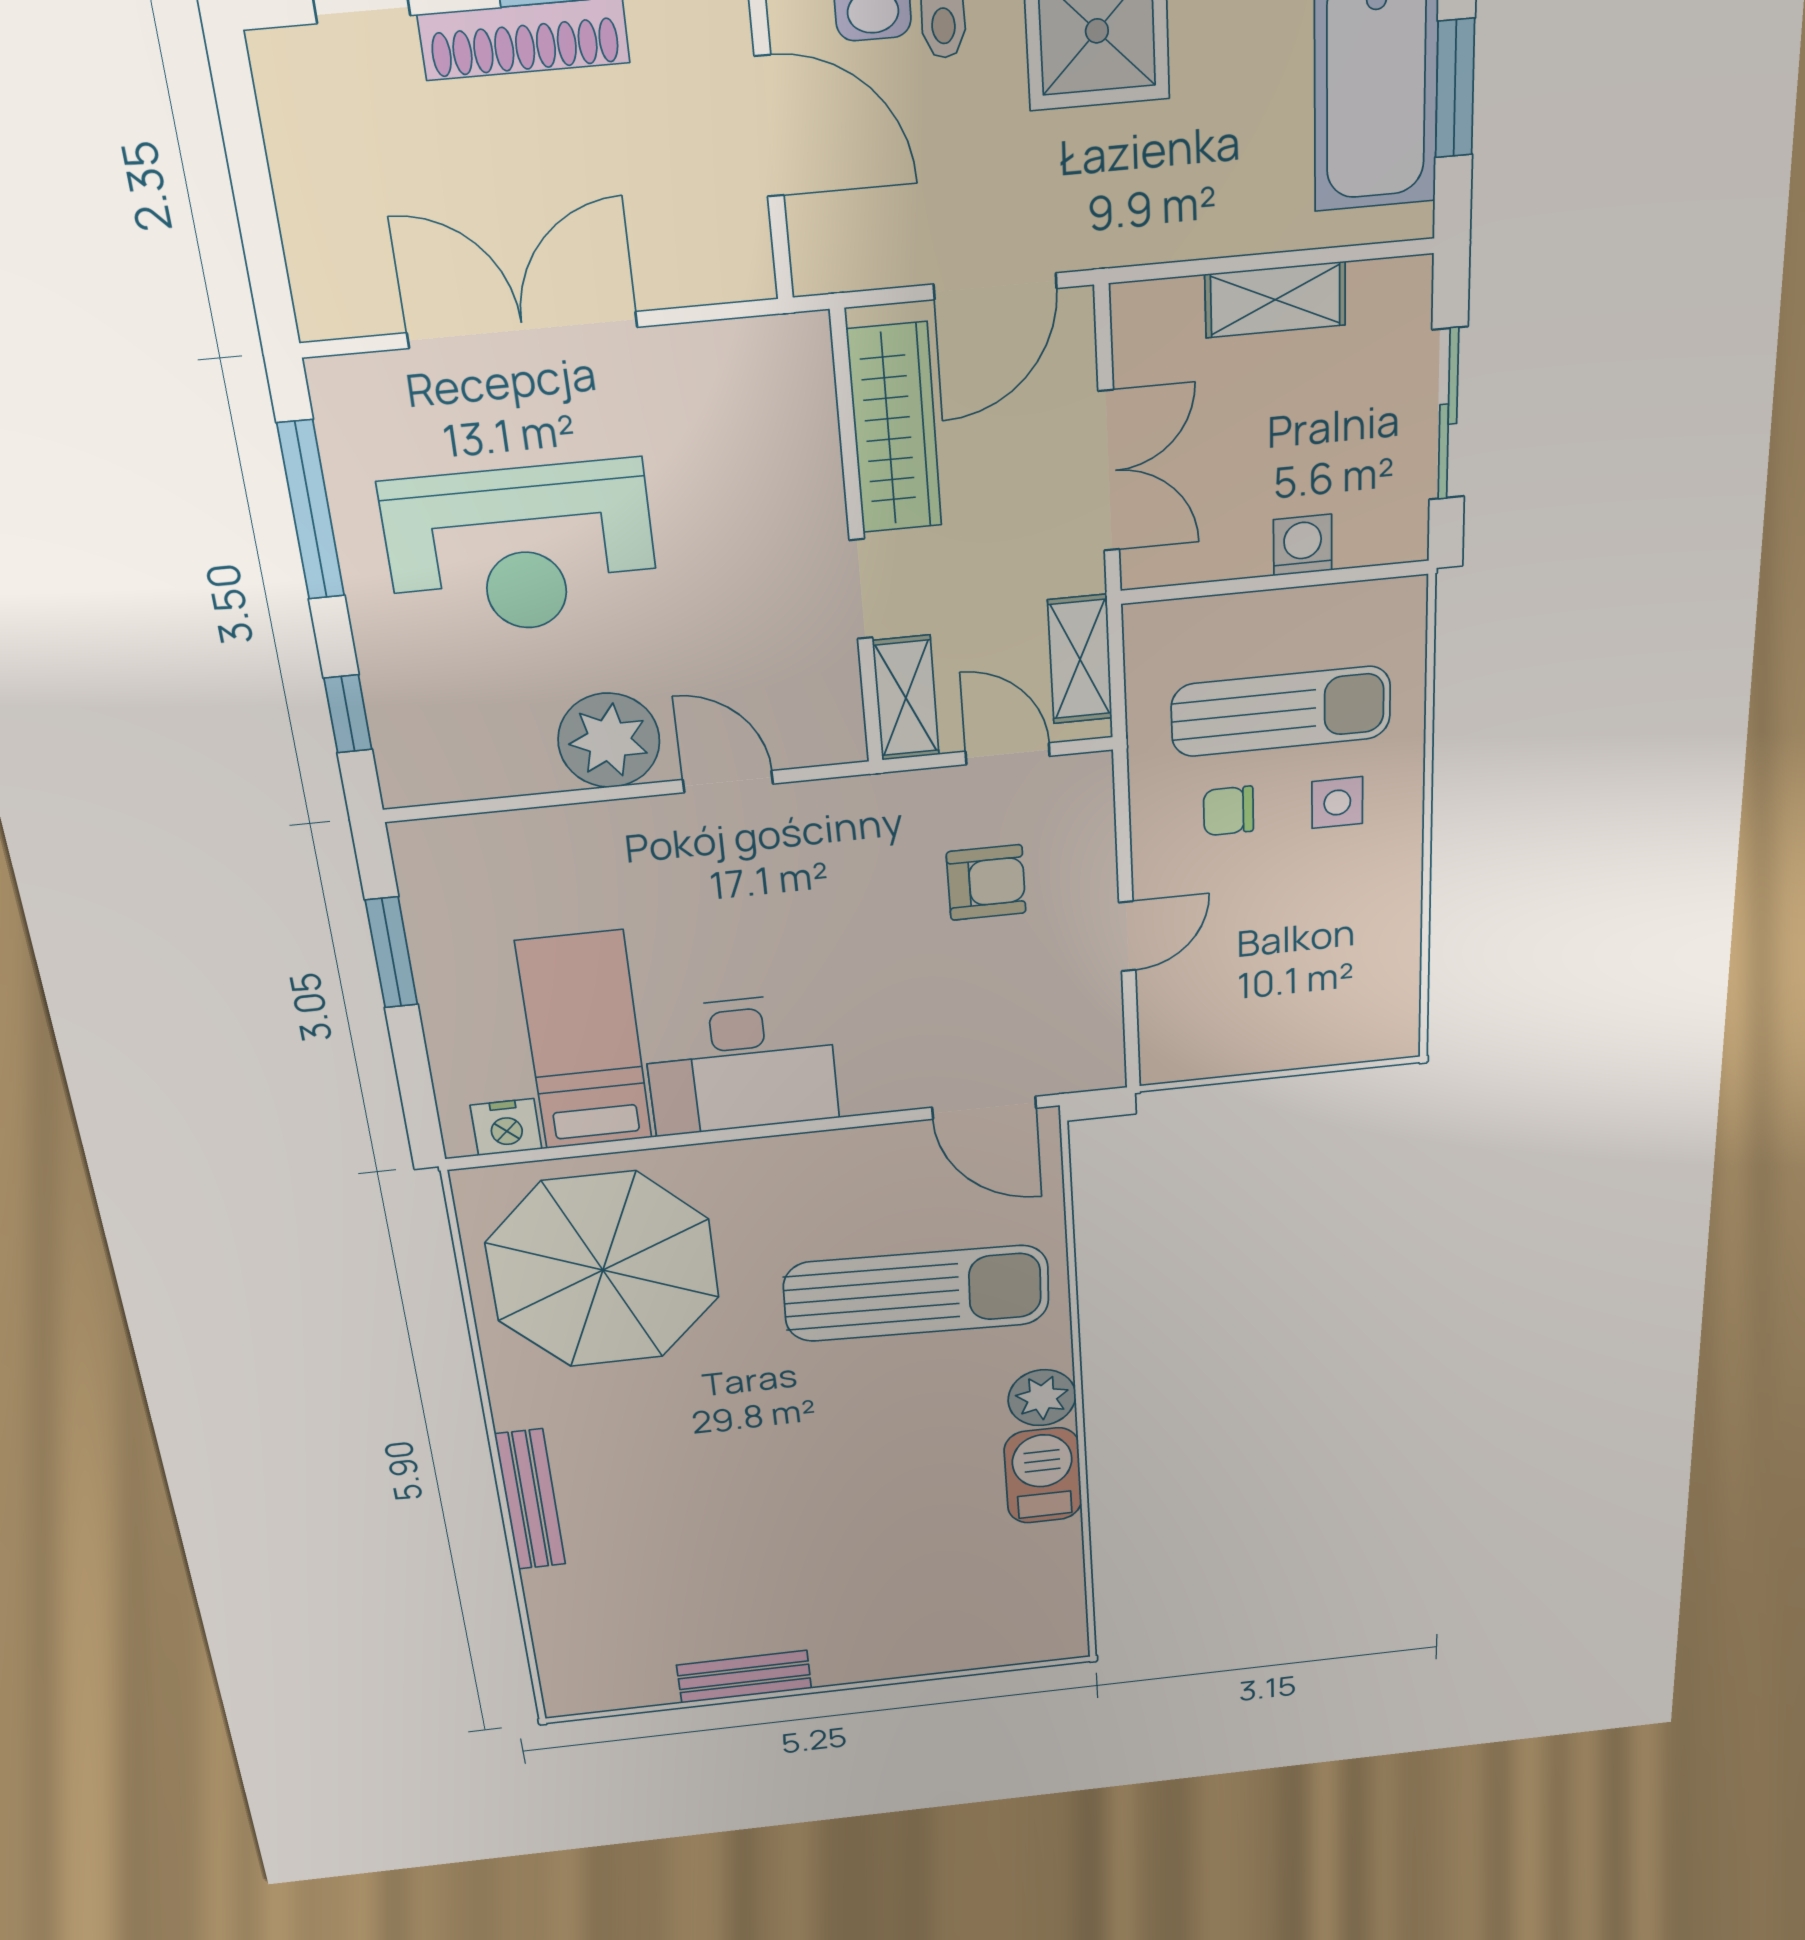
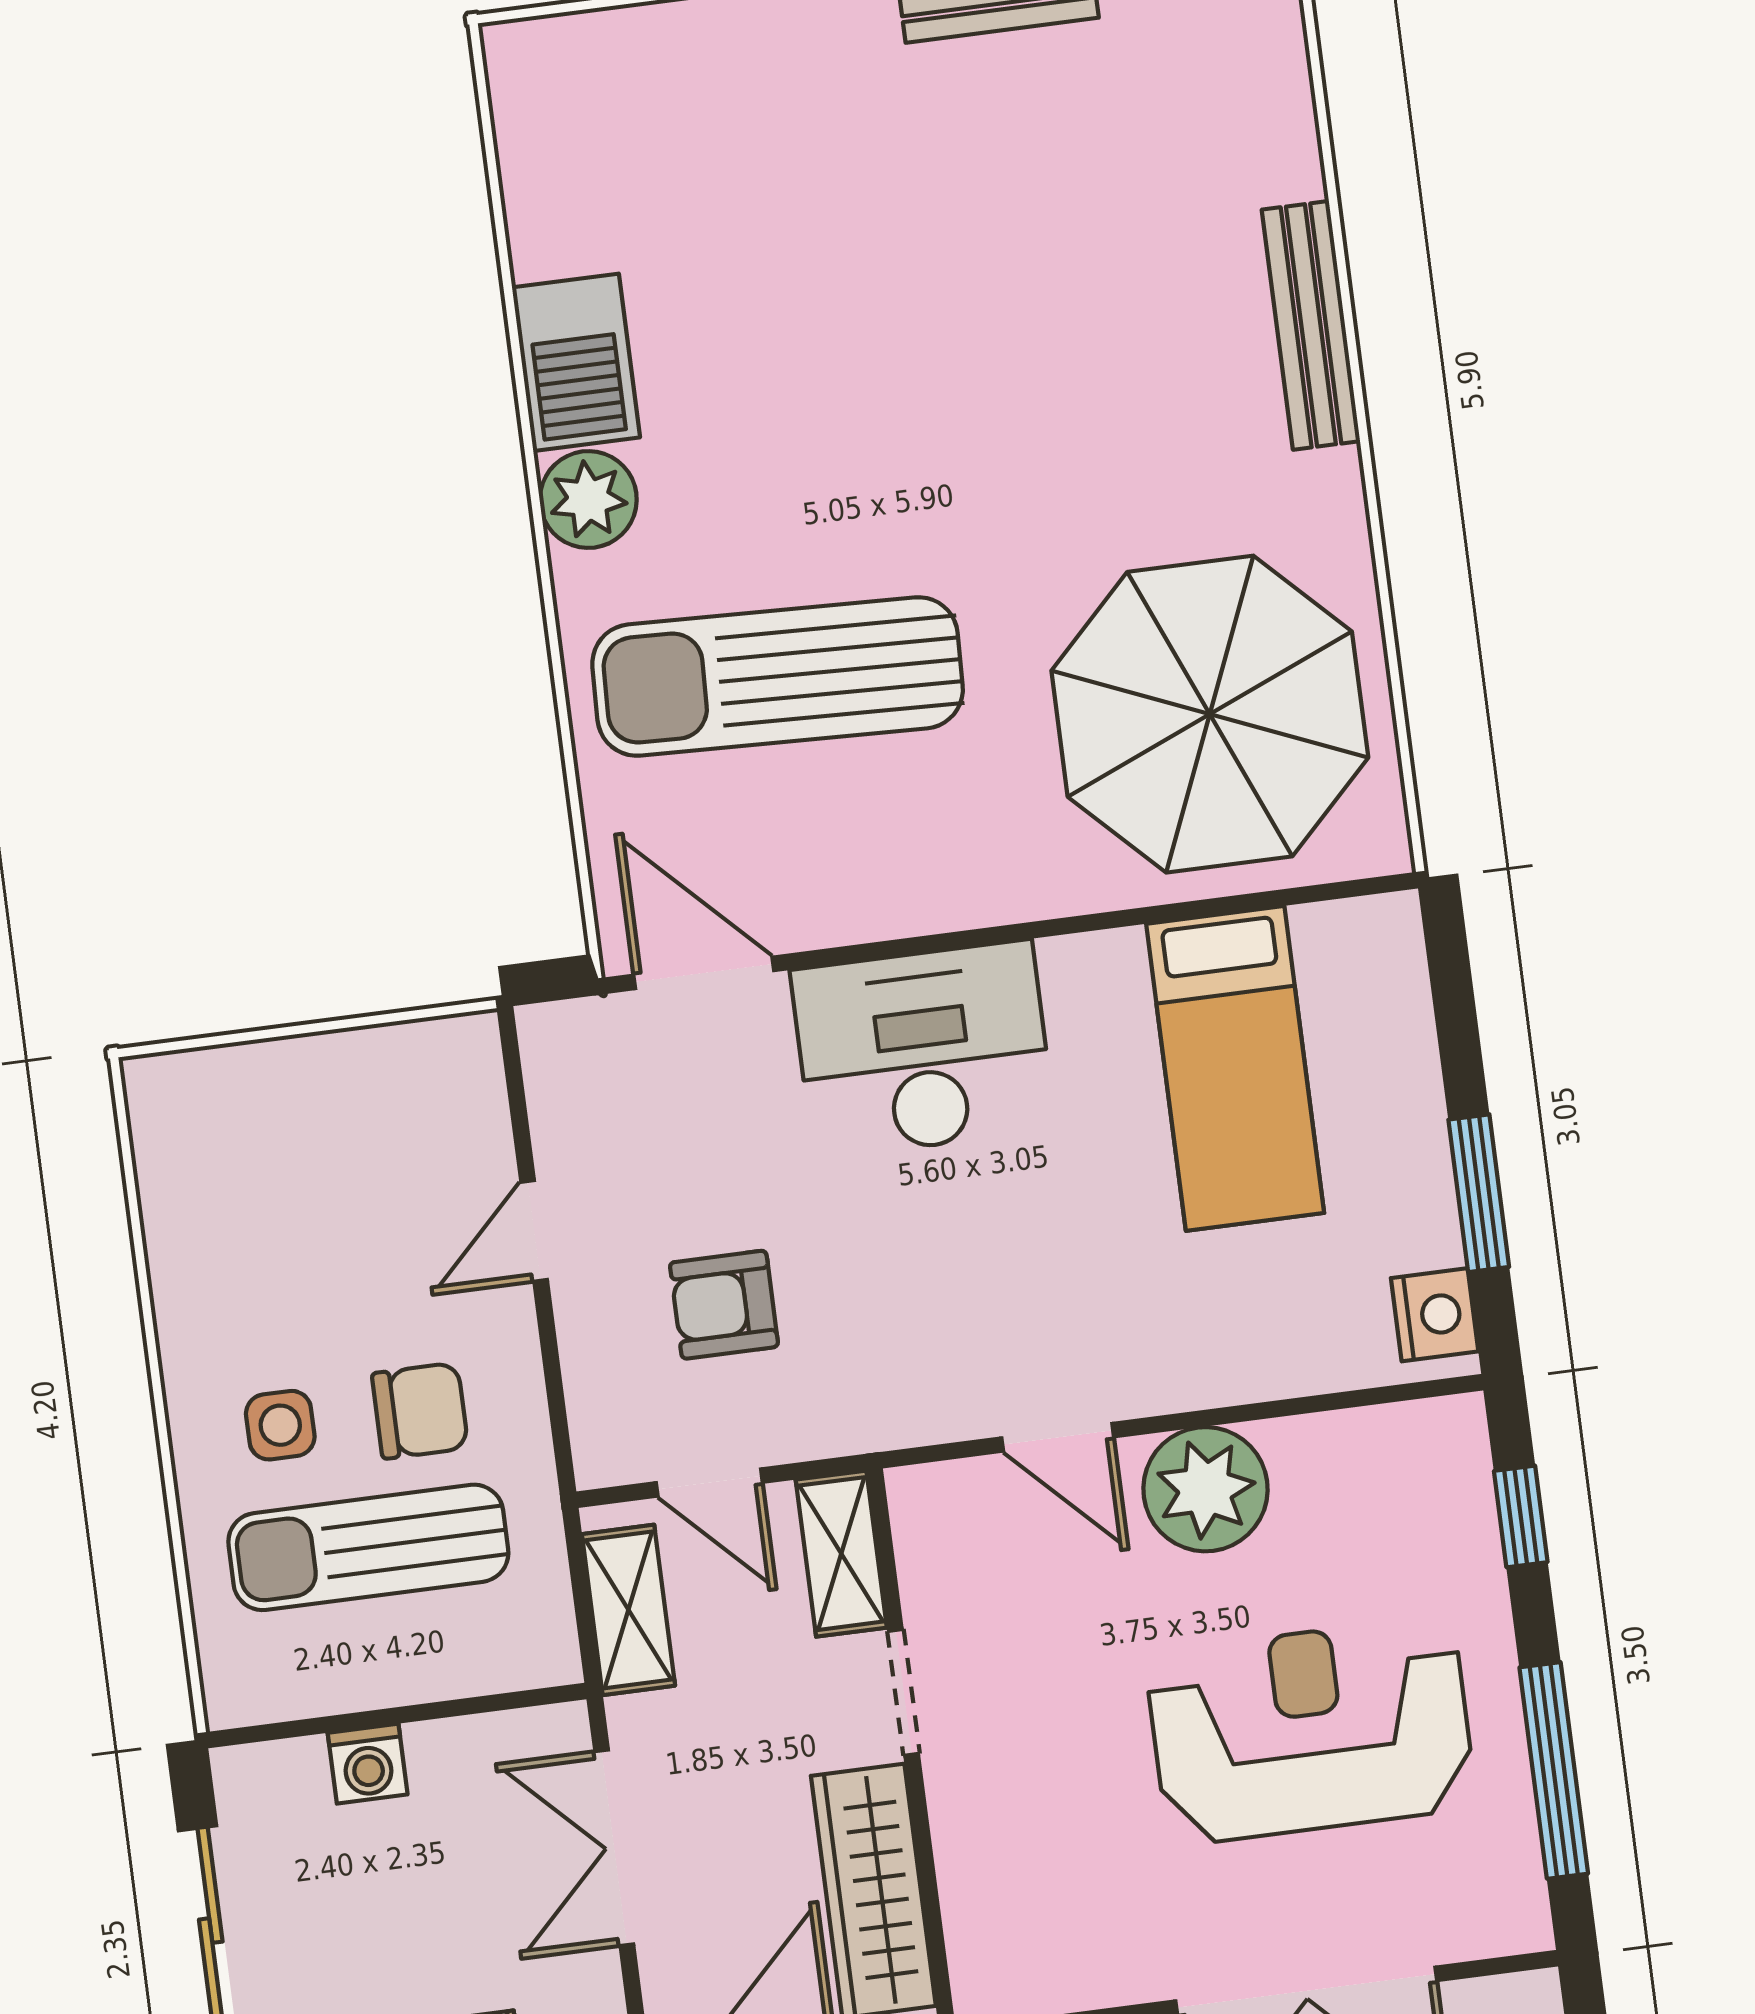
chair: (1228, 811) -> (420, 1411), width x1.37, depth x1.37
desk: (741, 1064) -> (923, 1050), moved
nightstand: (506, 1127) -> (1435, 1315), moved, turned 90

